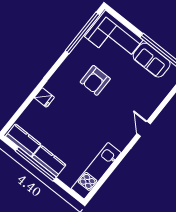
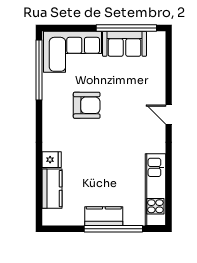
armchair: (95, 80) -> (87, 105), turned -90
kitchen counter: (23, 140) -> (52, 189), moved, turned 90
window: (36, 164) -> (113, 229), moved

